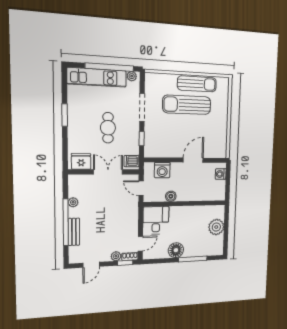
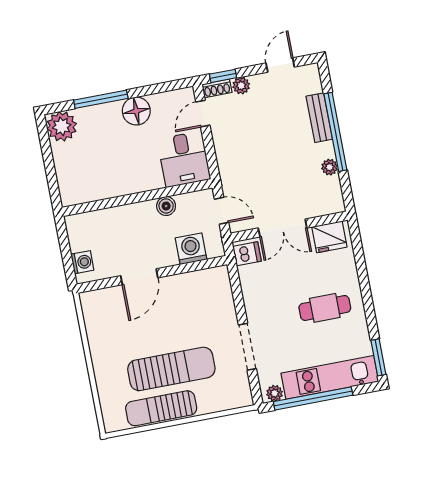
window: (65, 115) -> (378, 357), moved
cafe table: (108, 128) -> (325, 308), moved, turned 90
window: (142, 139) -> (237, 295), removed
plant: (216, 227) -> (62, 126), moved

